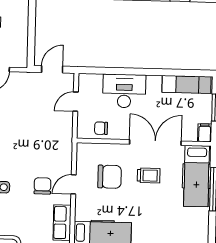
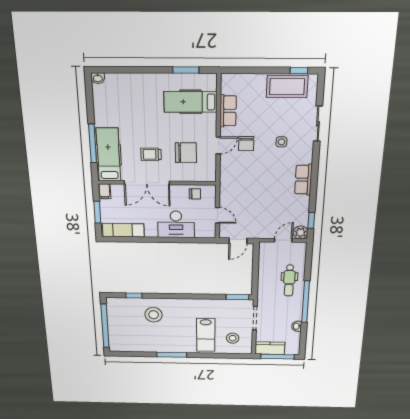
door: (76, 102) -> (218, 215), hinge flipped
chair: (110, 177) -> (186, 153), turned 180

